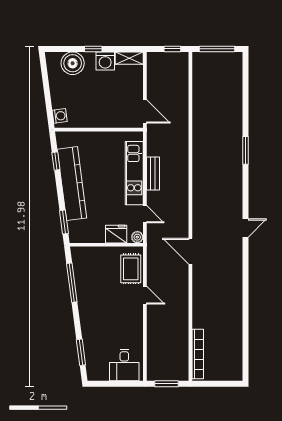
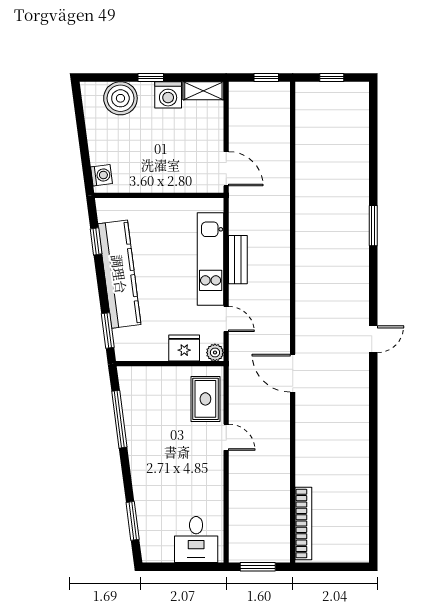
window: (217, 49) -> (332, 77), width x0.46

